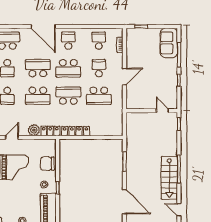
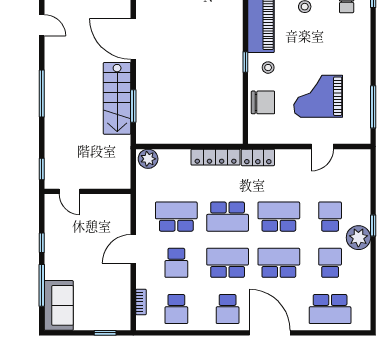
school desk: (38, 68) -> (279, 263), turned 180
plant: (34, 130) -> (148, 159), moved
stairs: (169, 178) -> (117, 98), moved, turned 180

